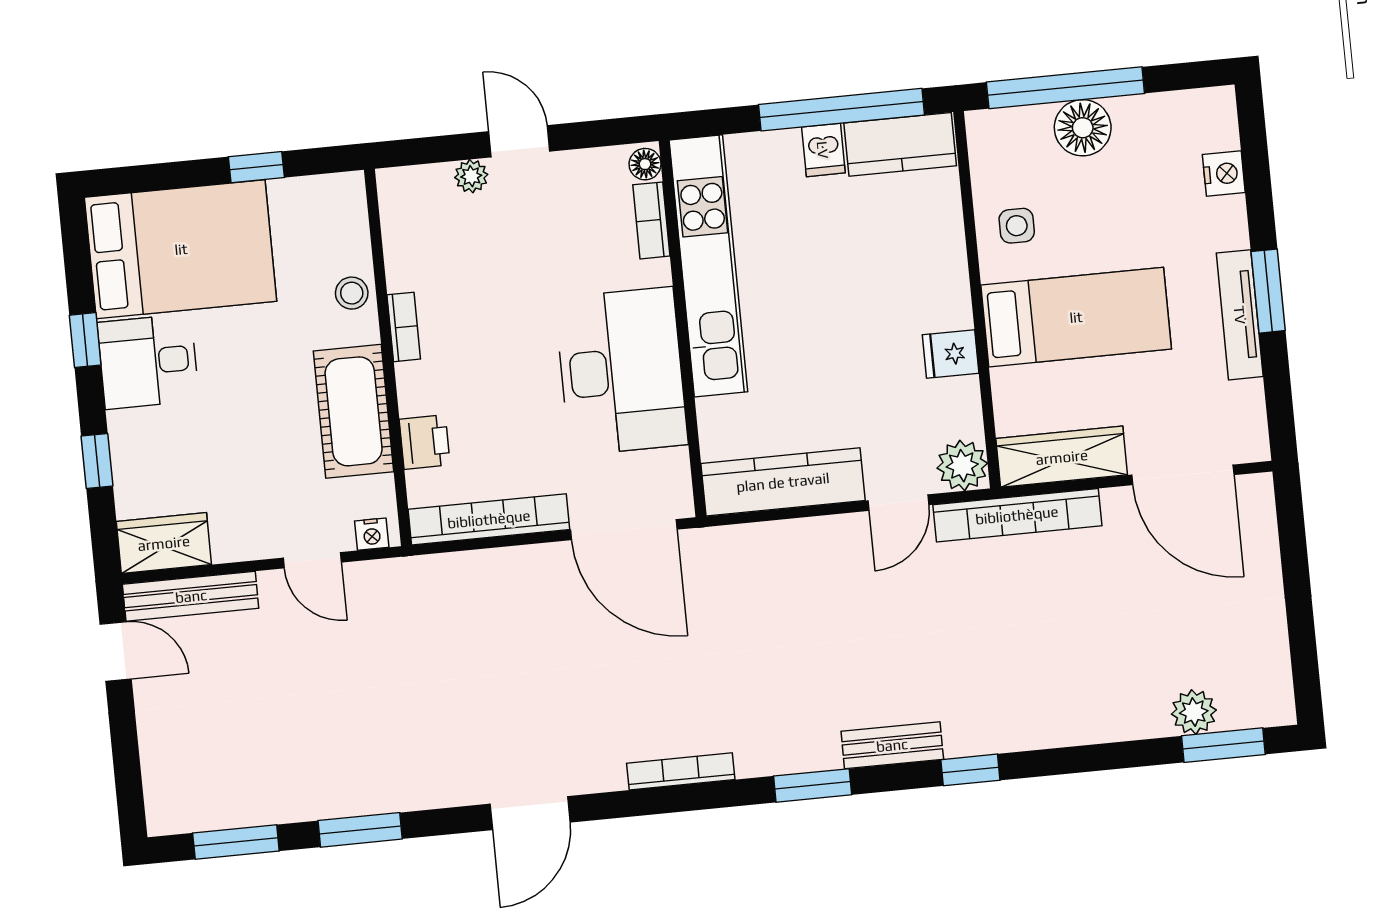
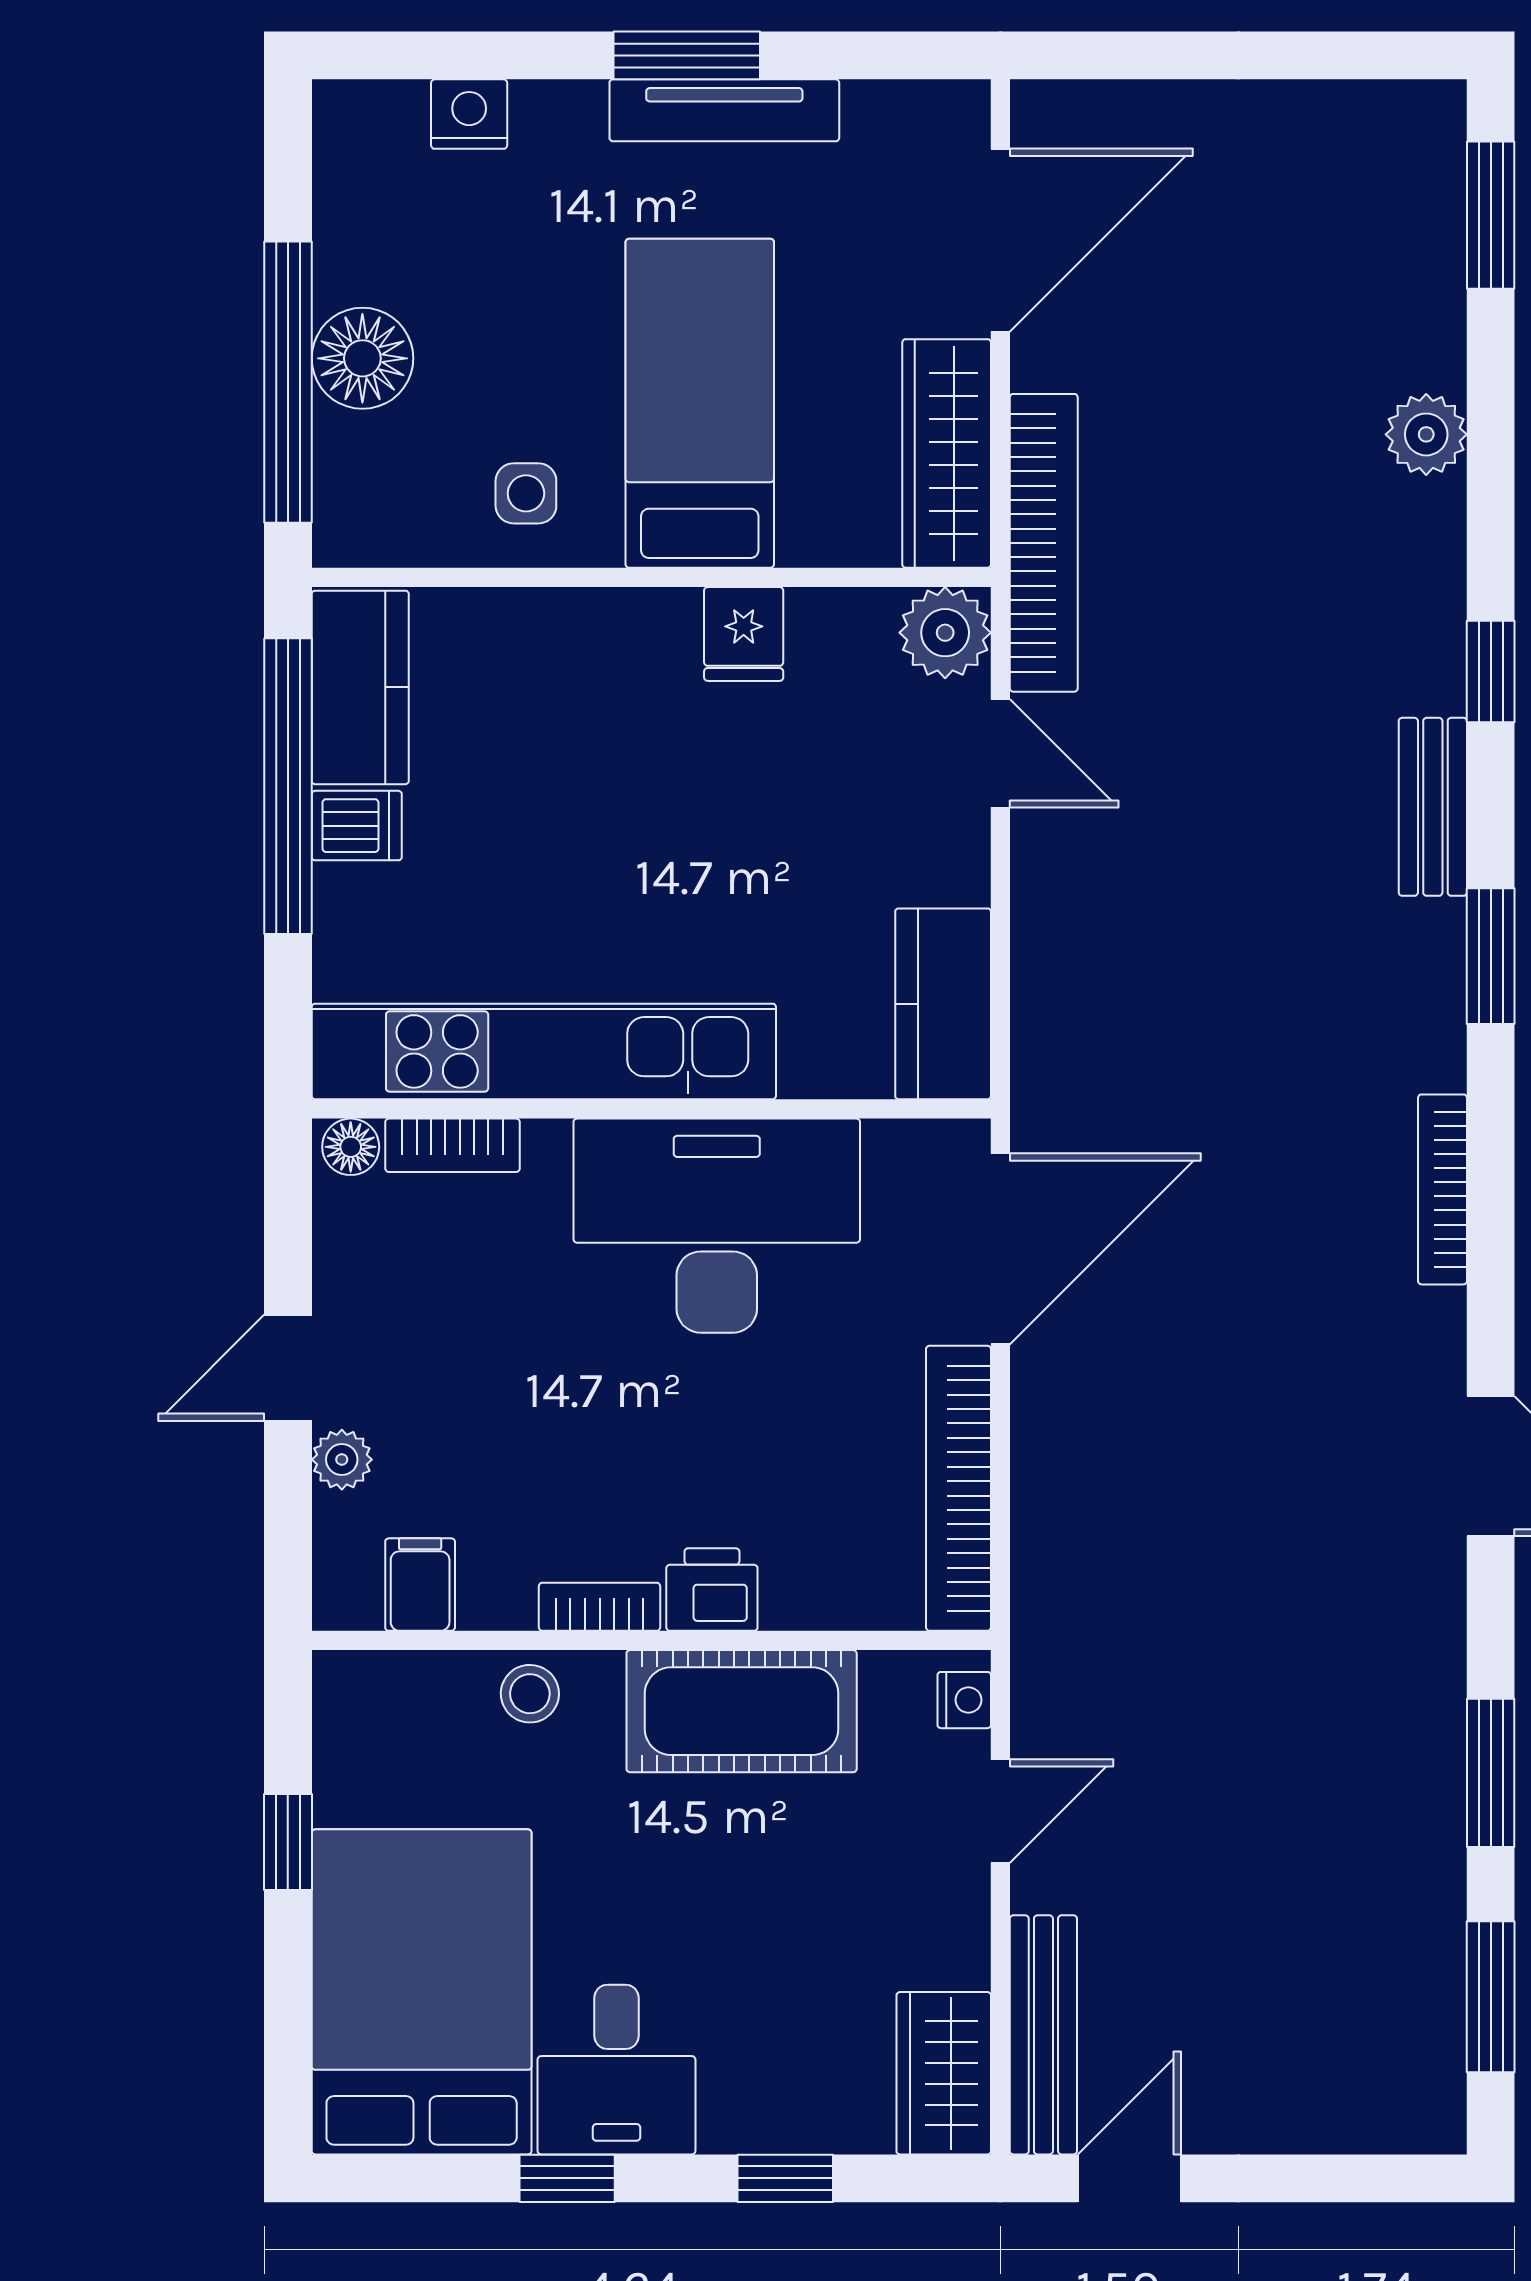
filing cabinet: (406, 226) -> (420, 1585), added
printer: (425, 442) -> (712, 1590), moved
kitchen counter: (783, 482) -> (943, 1004), width x0.67
plant: (1194, 712) -> (1426, 434), moved

